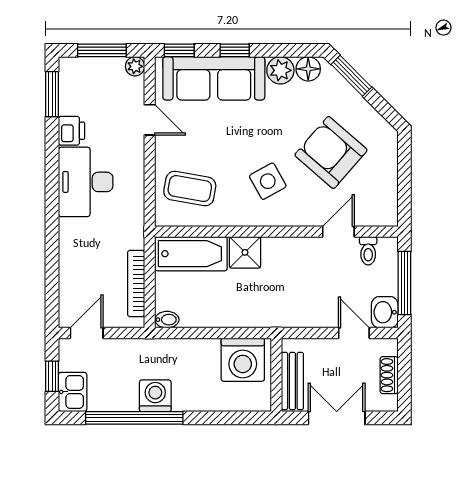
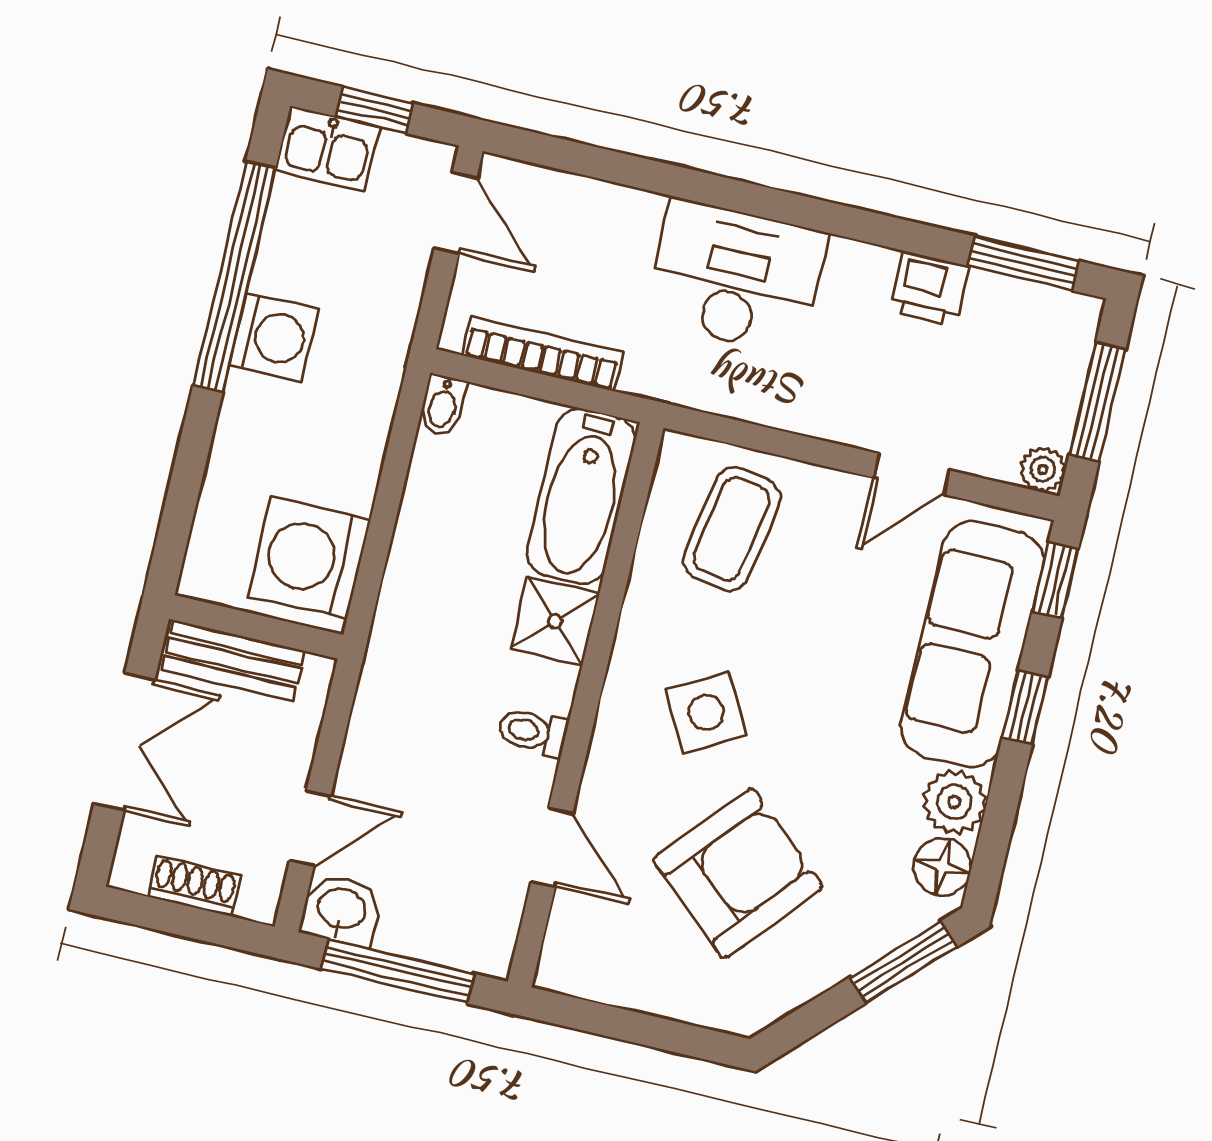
desk: (86, 182) -> (736, 277), moved
toilet: (368, 251) -> (533, 732), moved

